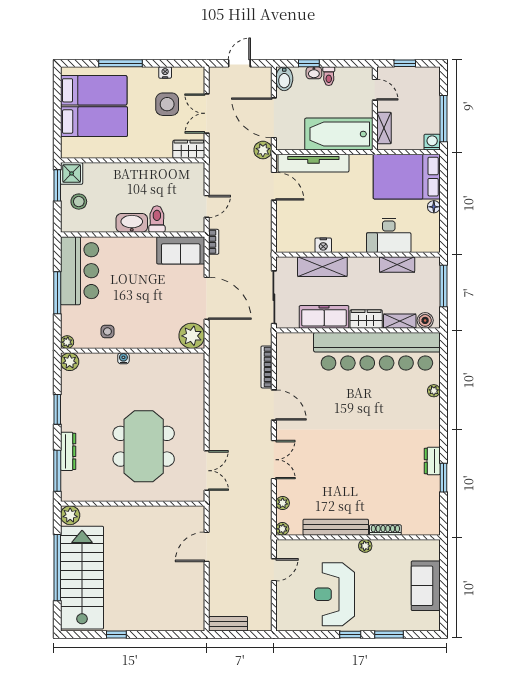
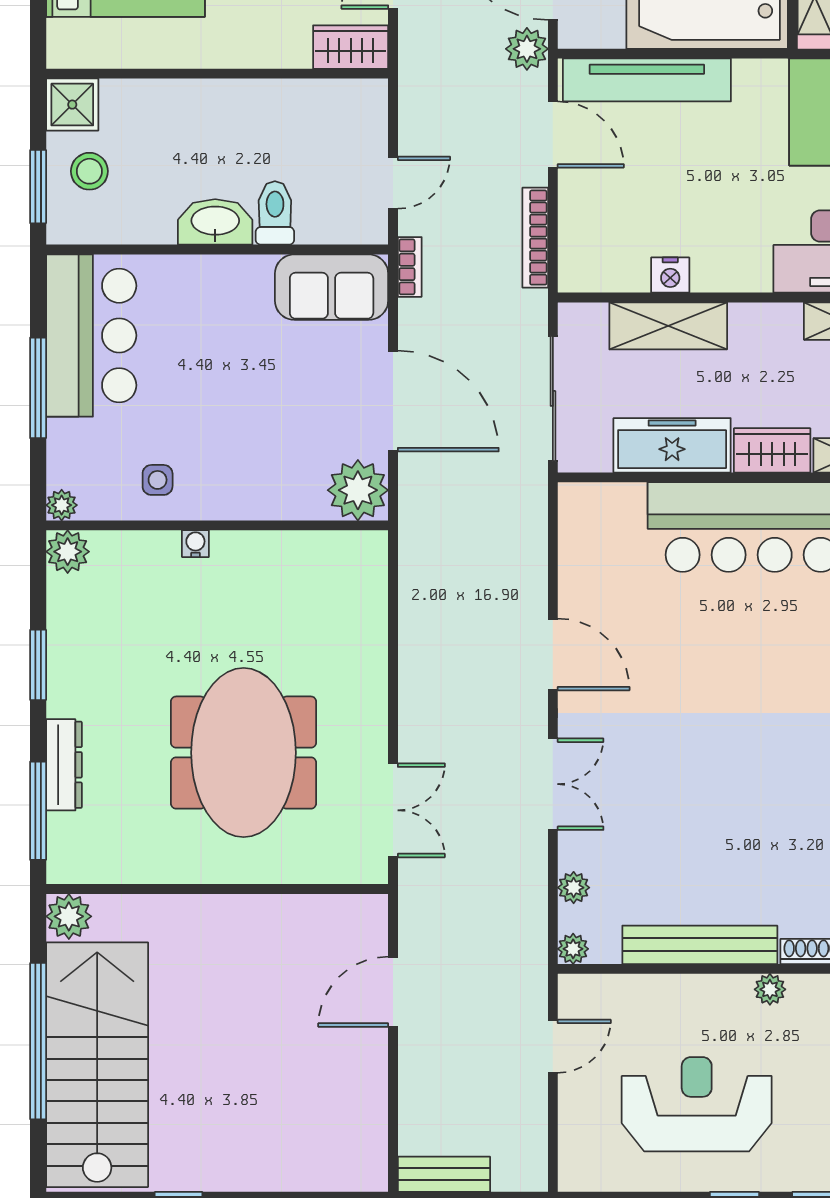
window: (57, 185) -> (38, 187), moved
bookcase: (266, 367) -> (535, 238), moved
reception desk: (334, 594) -> (697, 1104), turned 90

